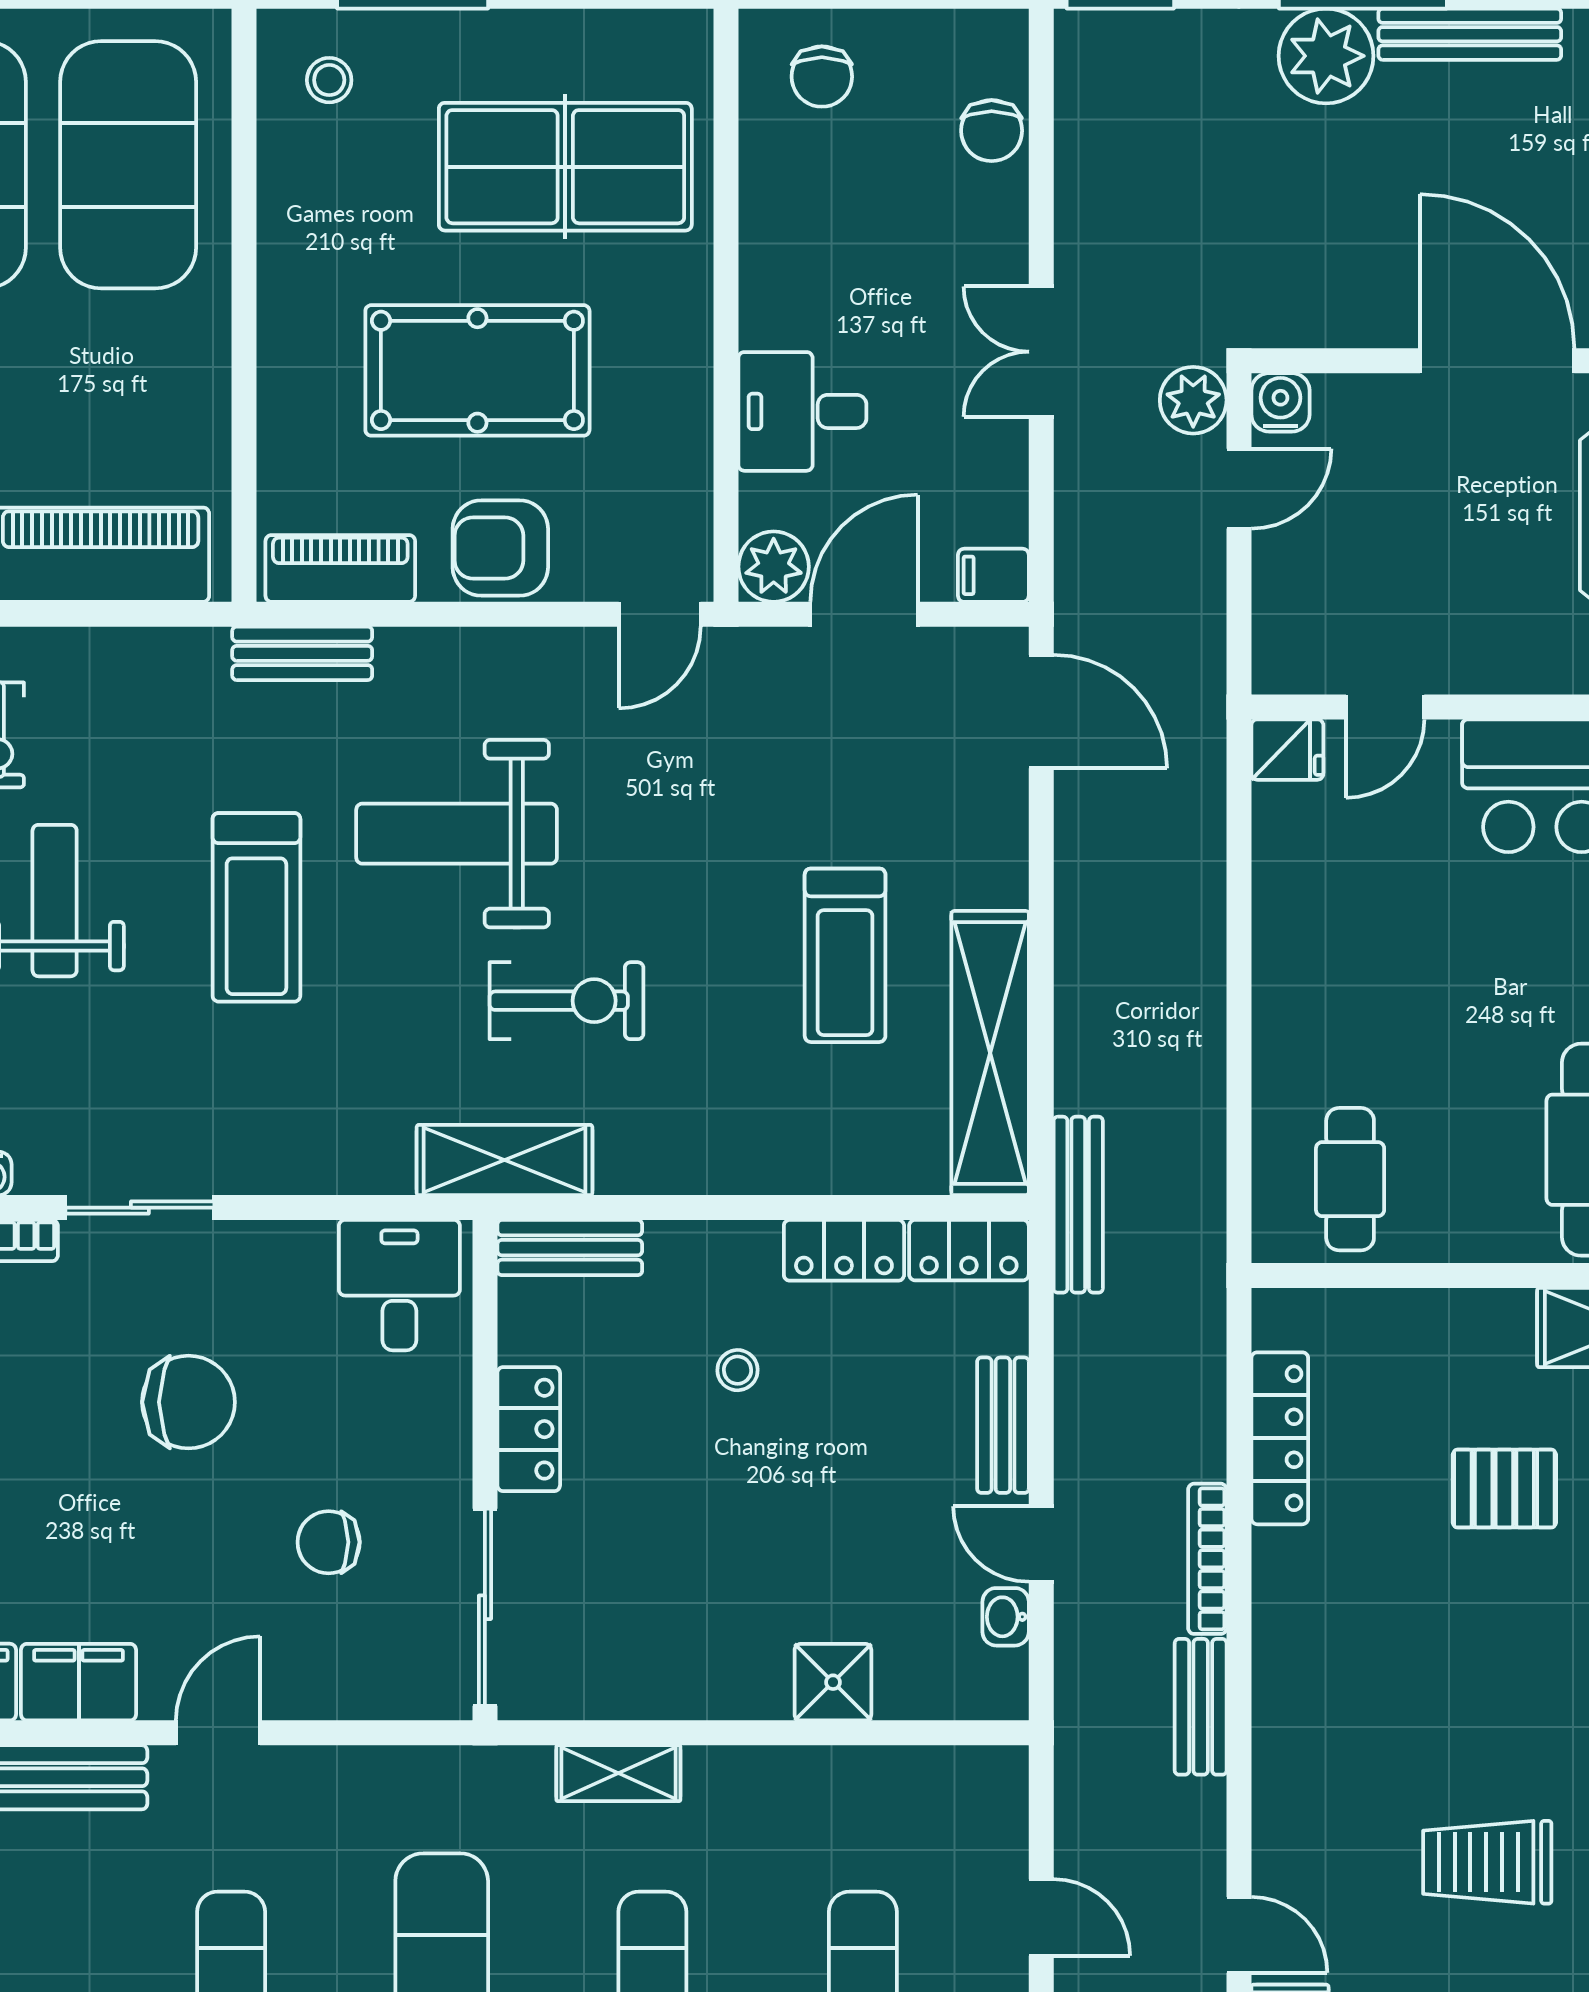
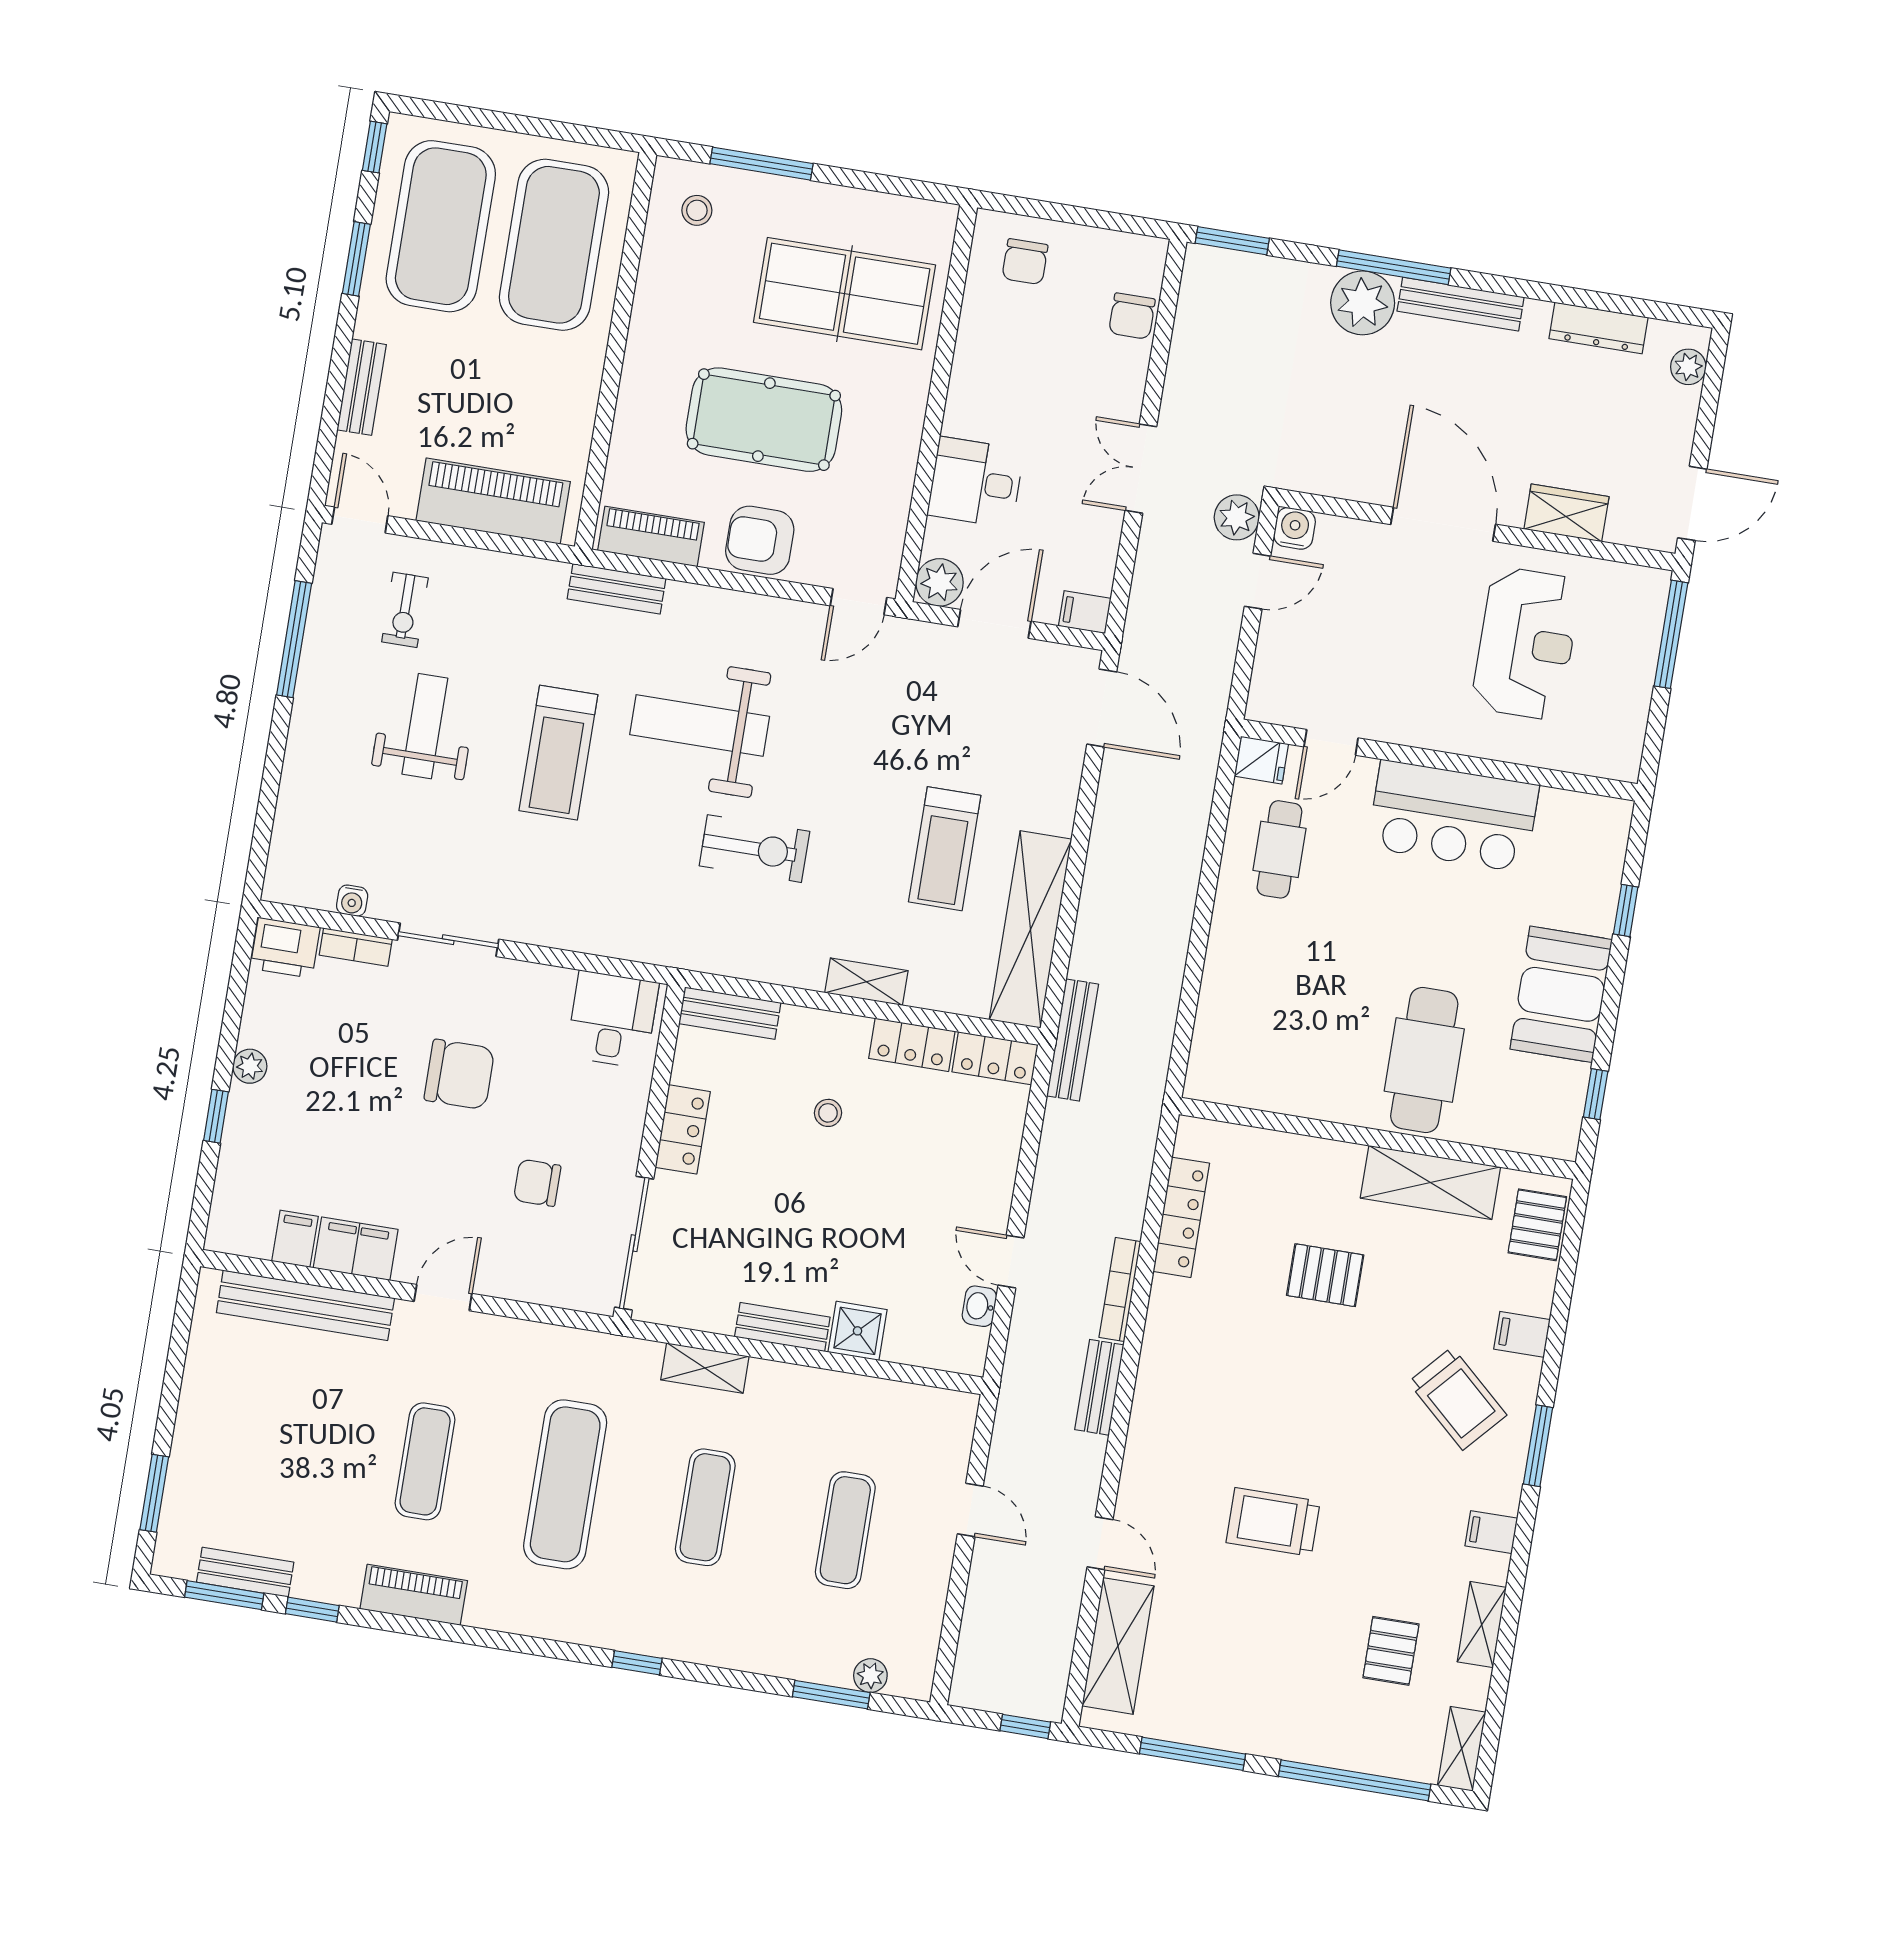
shelving: (505, 1160) -> (866, 982), moved, width x0.67, depth x0.75
cafe table: (1350, 1179) -> (1279, 849), moved
bench: (1003, 1425) -> (782, 1327), moved, turned 90

